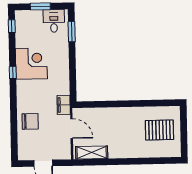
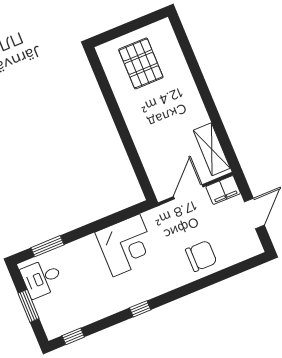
corner desk: (31, 64) -> (126, 245), moved, turned 180
filing cabinet: (64, 105) -> (223, 190), moved
chair: (30, 121) -> (201, 256), turned 90

